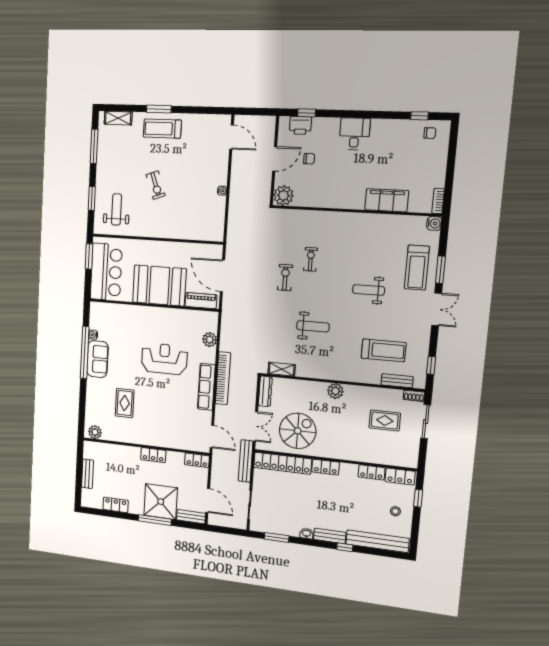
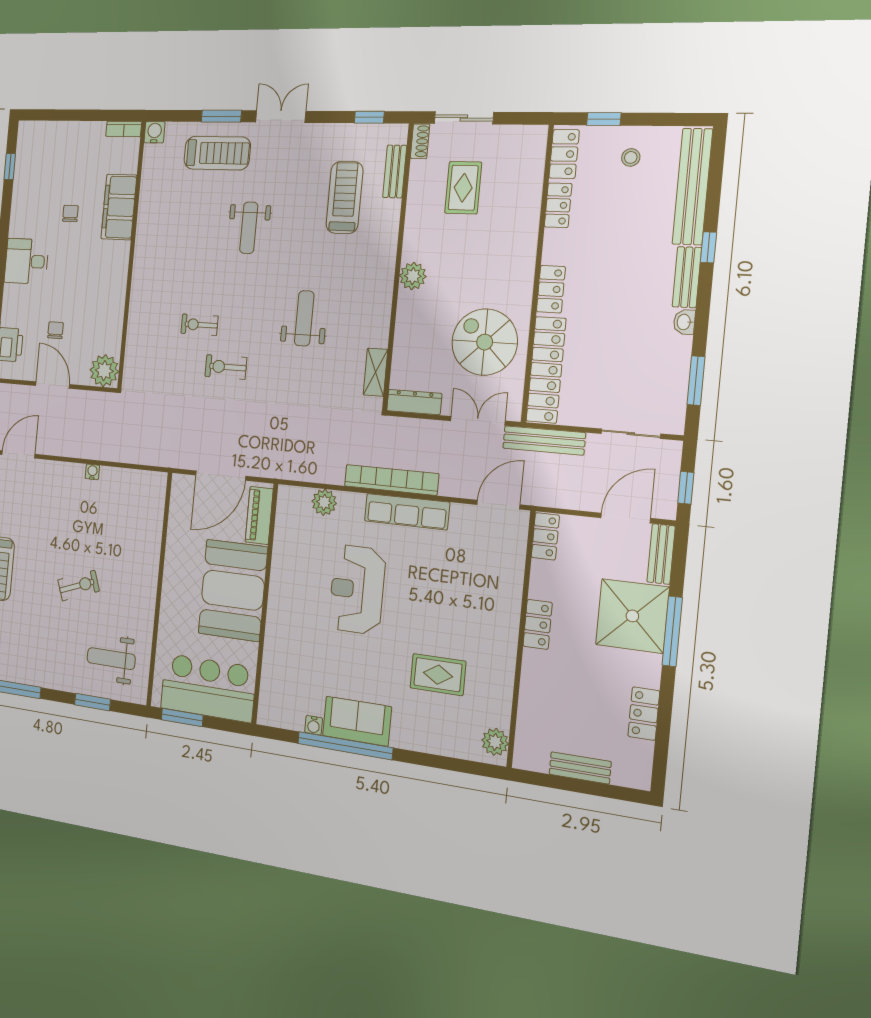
chair: (430, 133) -> (70, 213), moved
window: (224, 530) -> (686, 488), added

